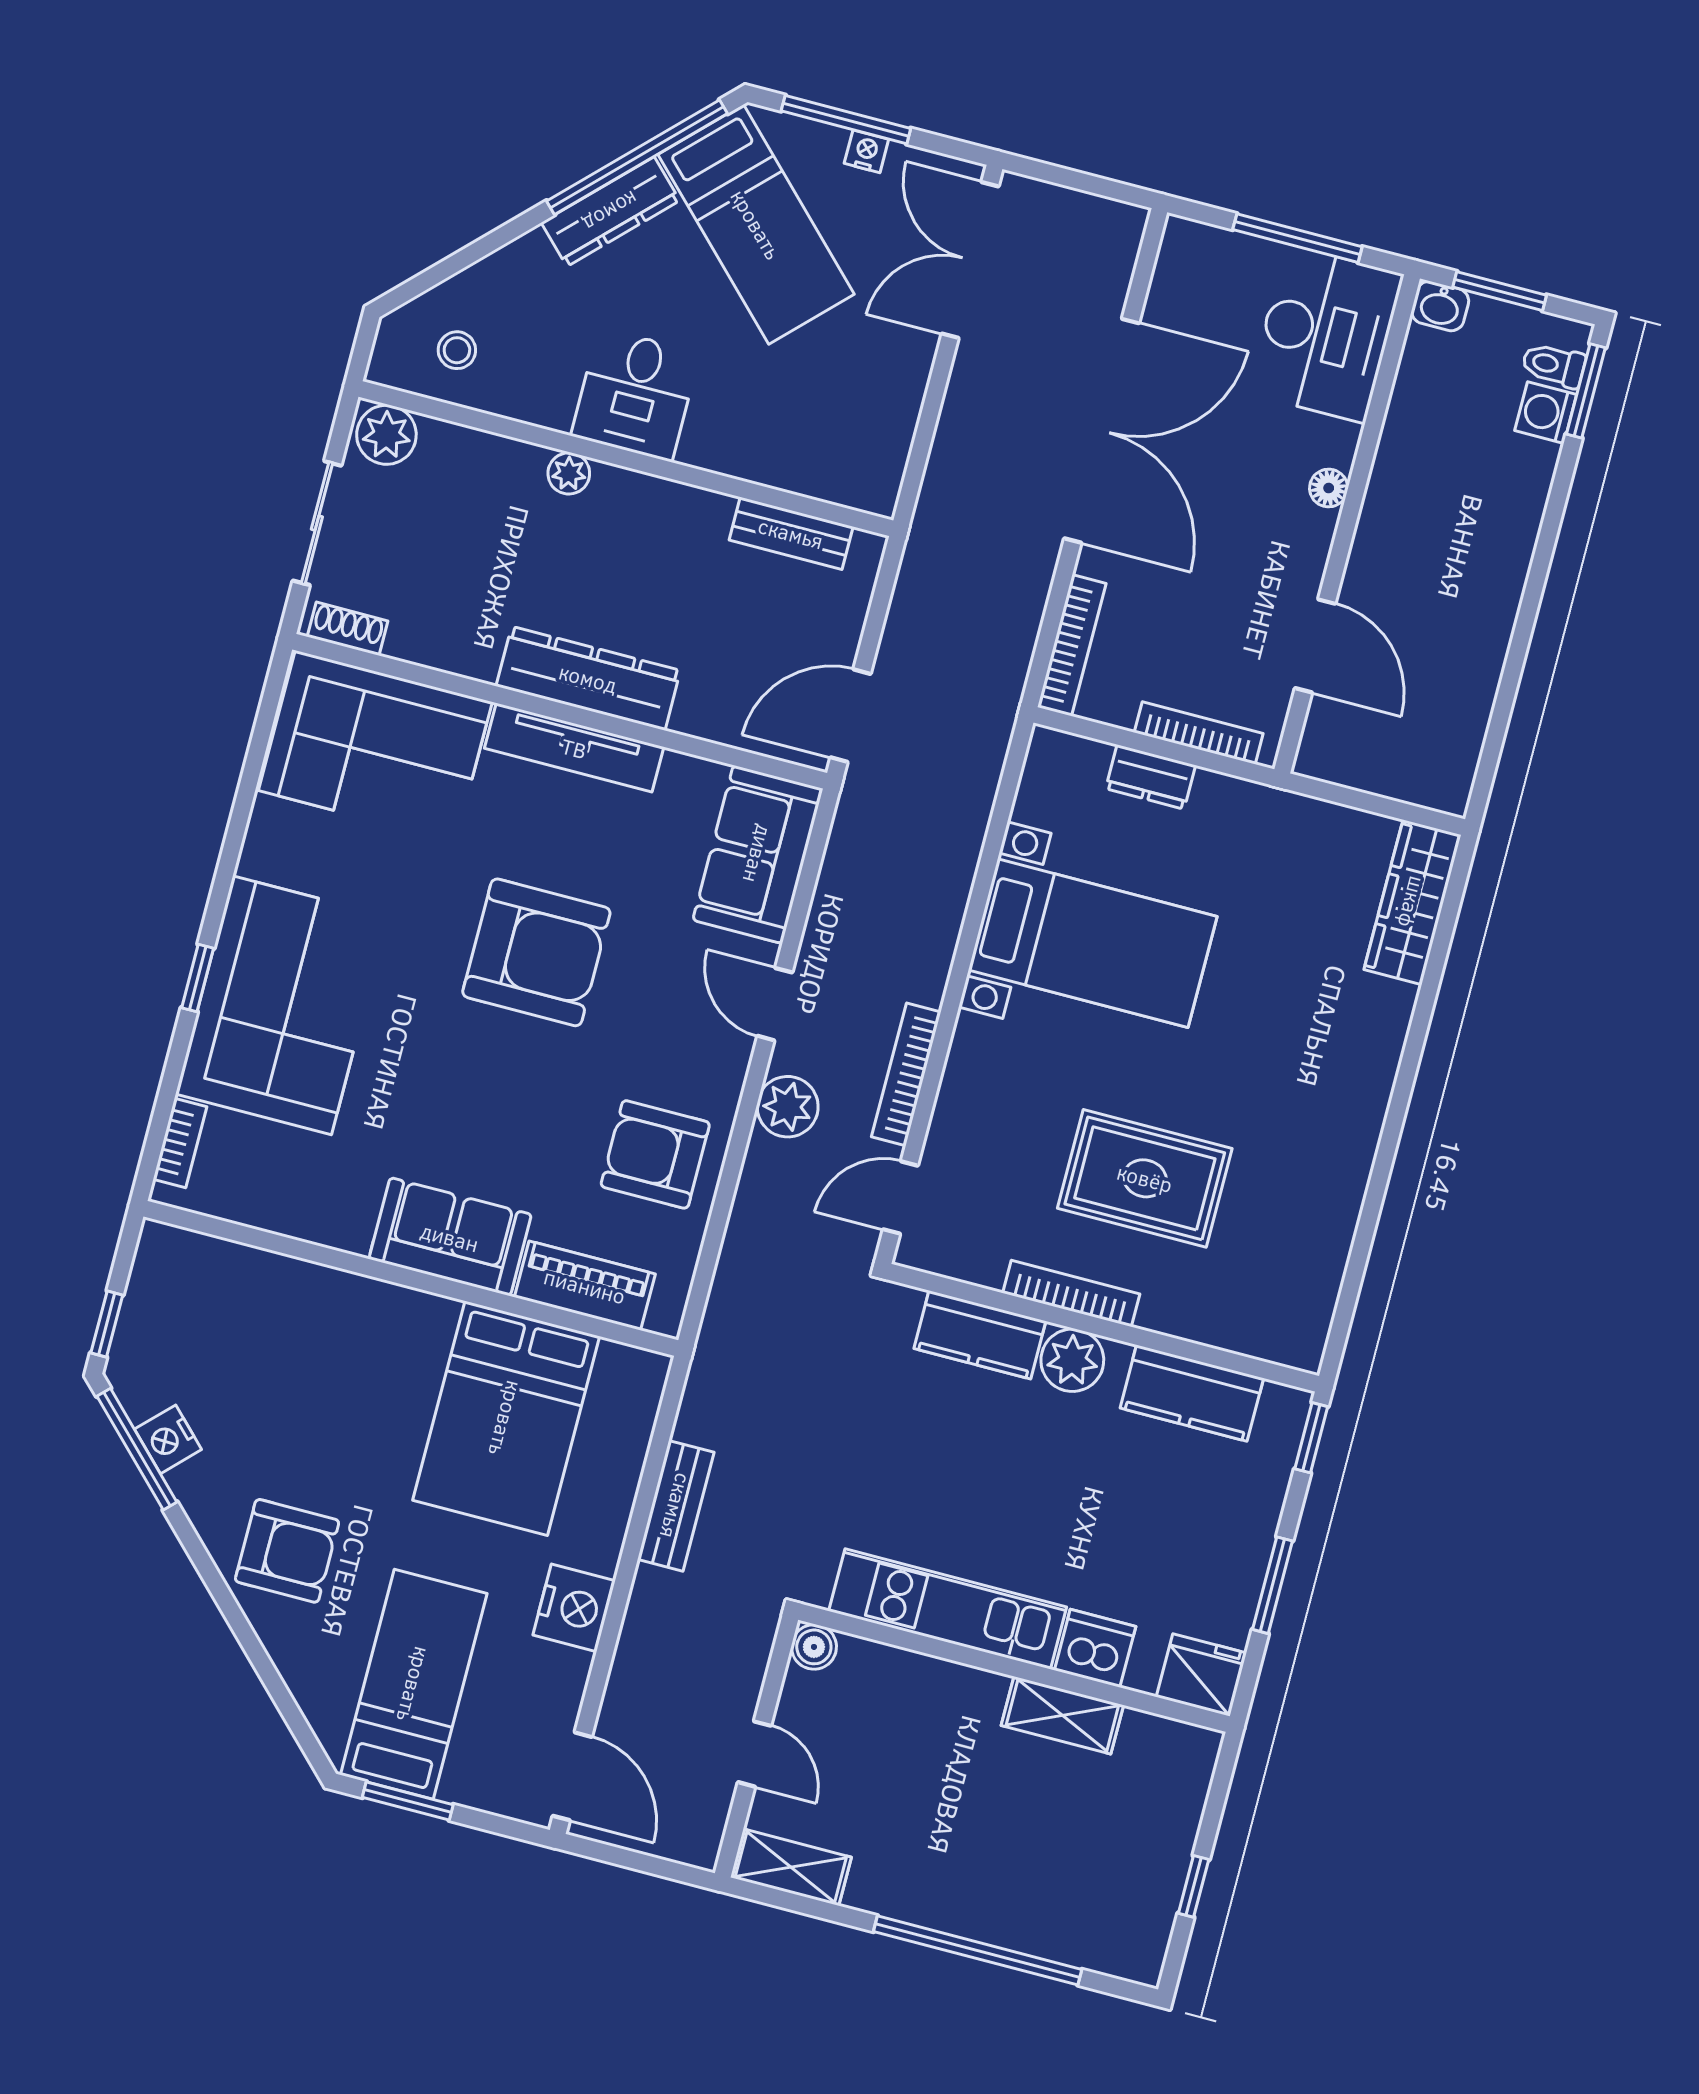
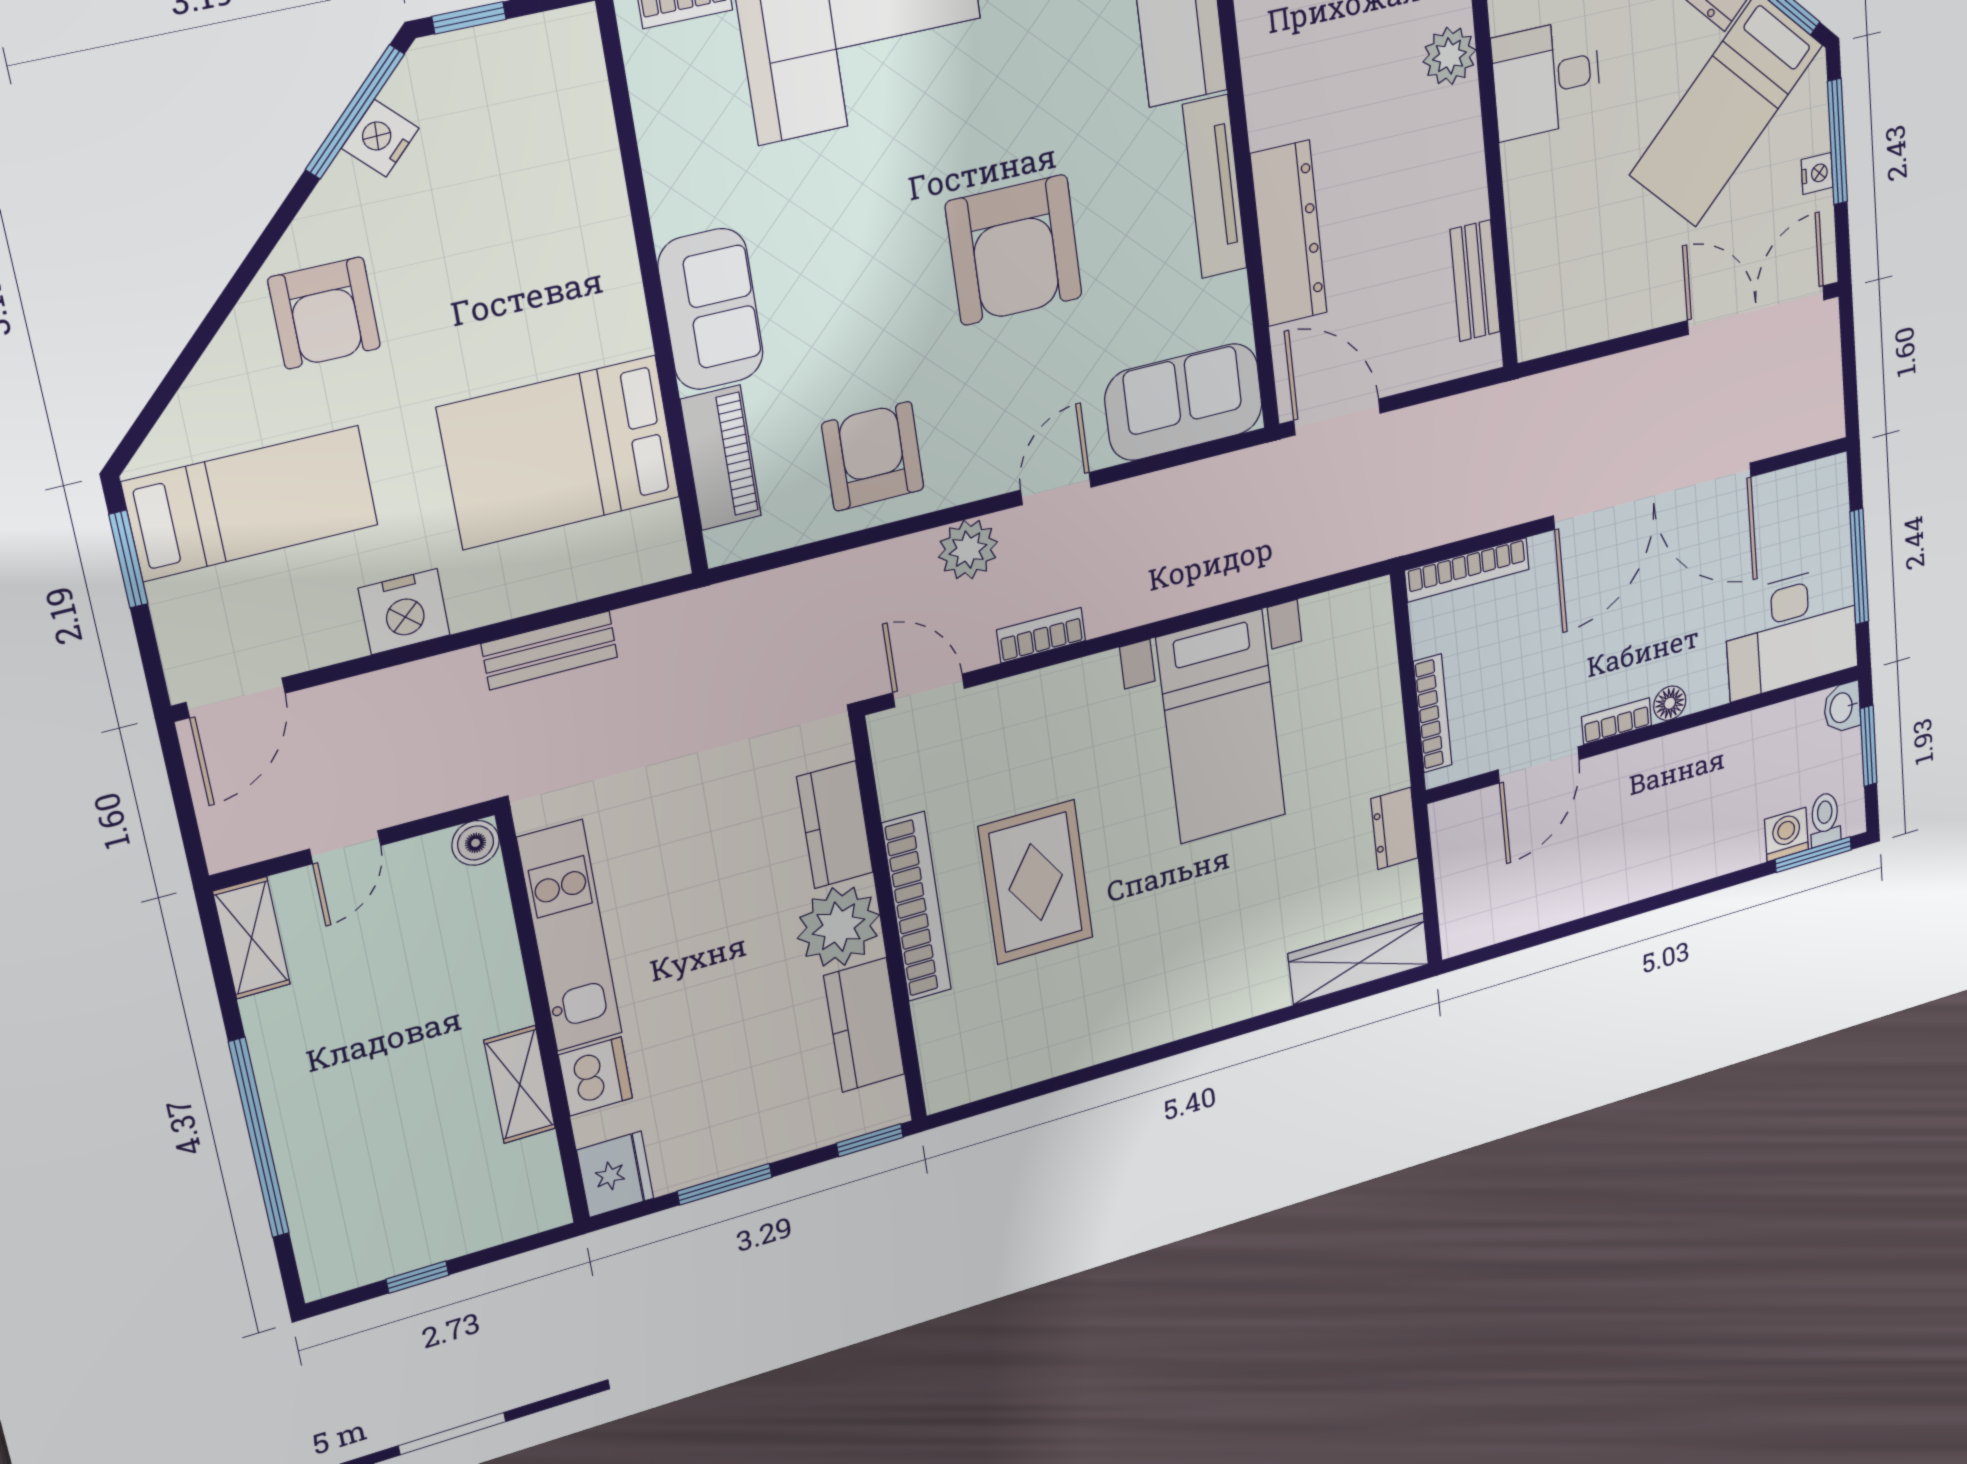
plant: (569, 473) -> (1450, 56), width x1.38, depth x1.38
bookcase: (1316, 550) -> (1617, 721), added
dresser: (588, 678) -> (1289, 234), moved
dresser: (1151, 777) -> (1394, 828), moved
bookcase: (906, 1074) -> (1041, 635), width x0.64
bookcase: (1071, 1293) -> (917, 907), width x1.48, depth x1.31
plant: (1072, 1360) -> (839, 927), width x1.36, depth x1.36

